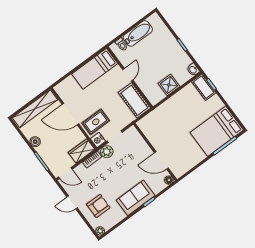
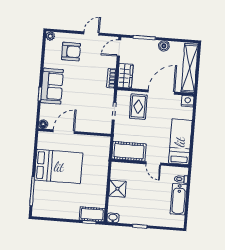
bed: (217, 131) -> (59, 167), moved, turned 90
nightstand: (98, 140) -> (188, 101), moved
plant: (107, 152) -> (108, 95), removed
armchair: (98, 206) -> (71, 52), turned -90

